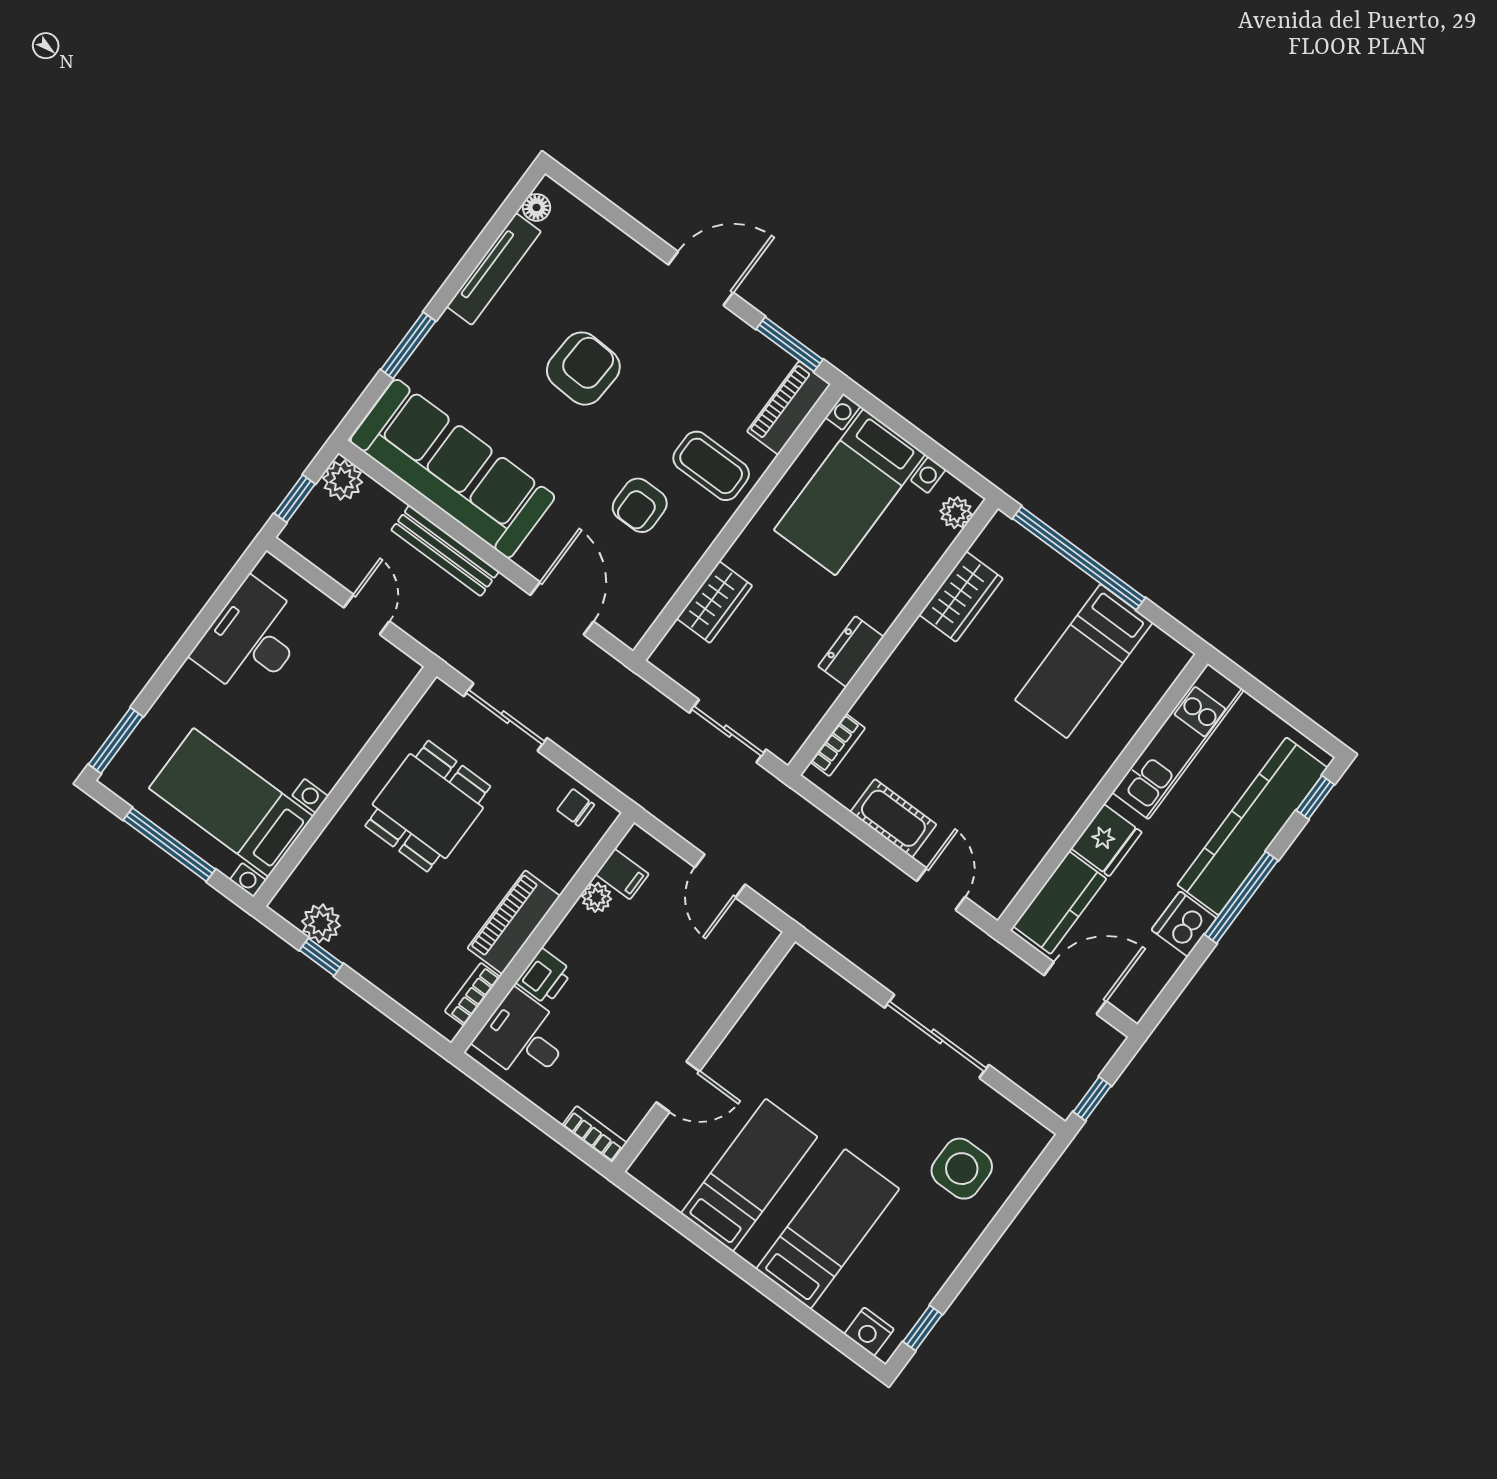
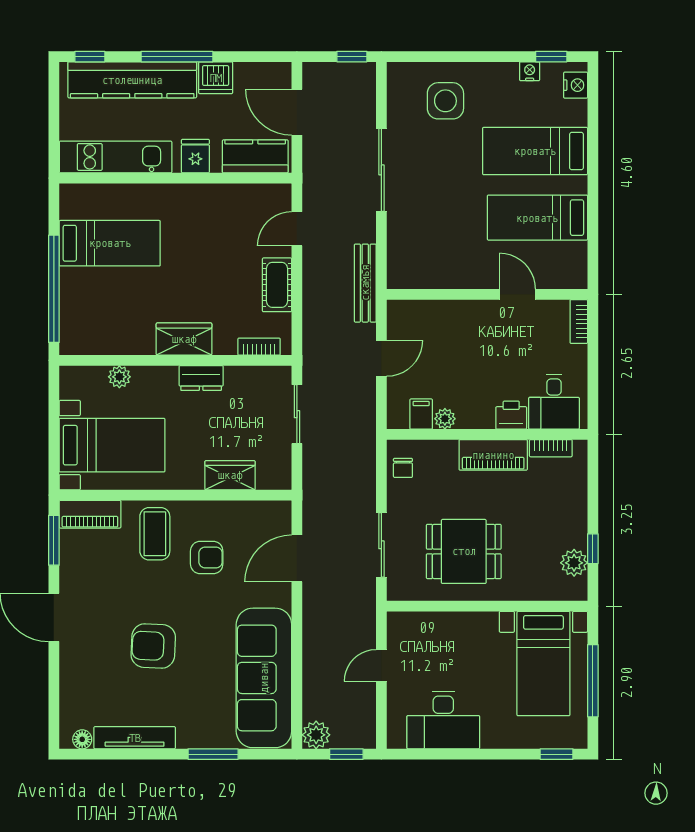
plant: (956, 513) -> (119, 377), moved
bench: (445, 551) -> (365, 283), moved
wardrobe: (961, 597) -> (184, 339), moved
window: (116, 740) -> (557, 754), width x0.67
fridge: (1106, 840) -> (195, 156), width x0.72
nightstand: (924, 1291) -> (530, 71), added

